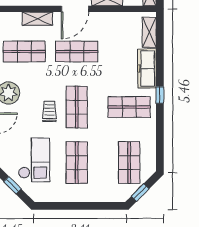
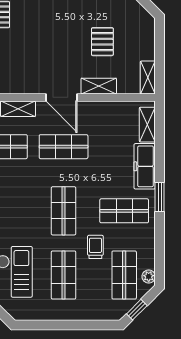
door: (75, 9) -> (62, 97), hinge flipped
window: (160, 95) -> (160, 197), width x1.50
trolley: (49, 111) -> (95, 247), moved
plant: (150, 164) -> (149, 276), added

